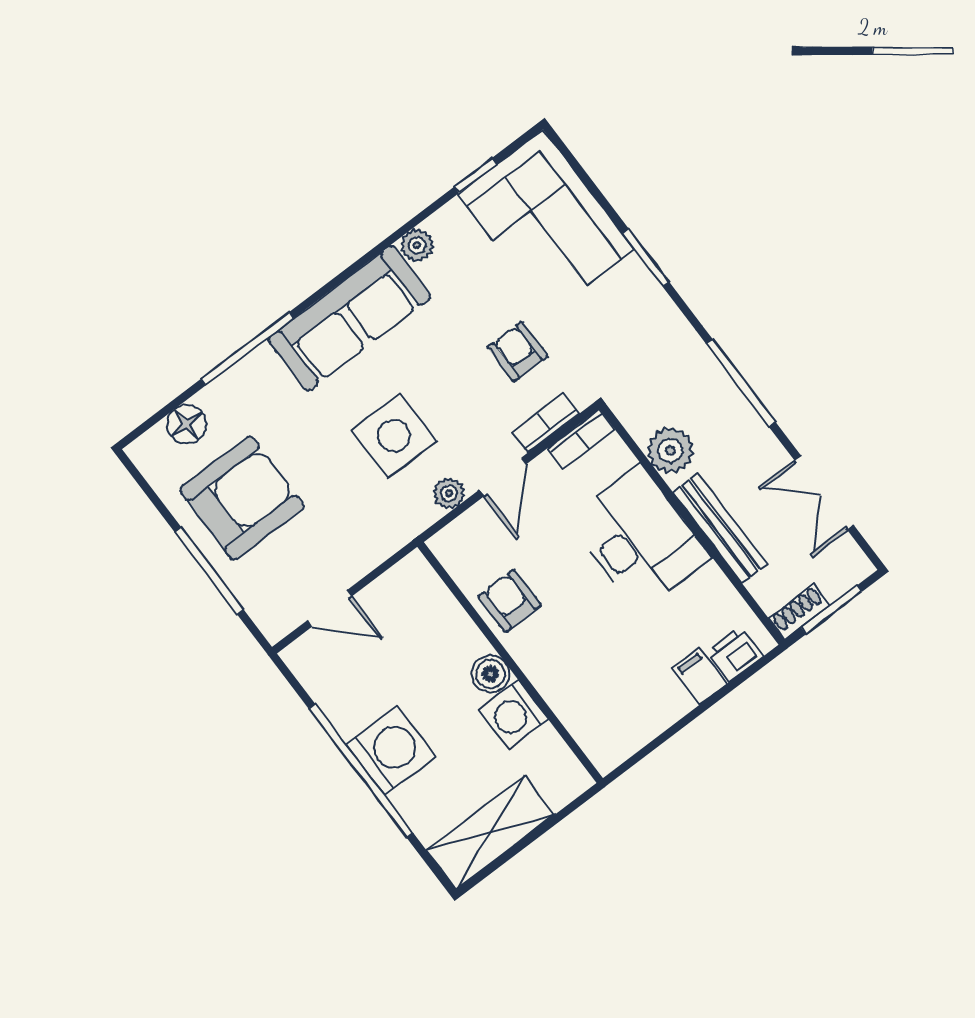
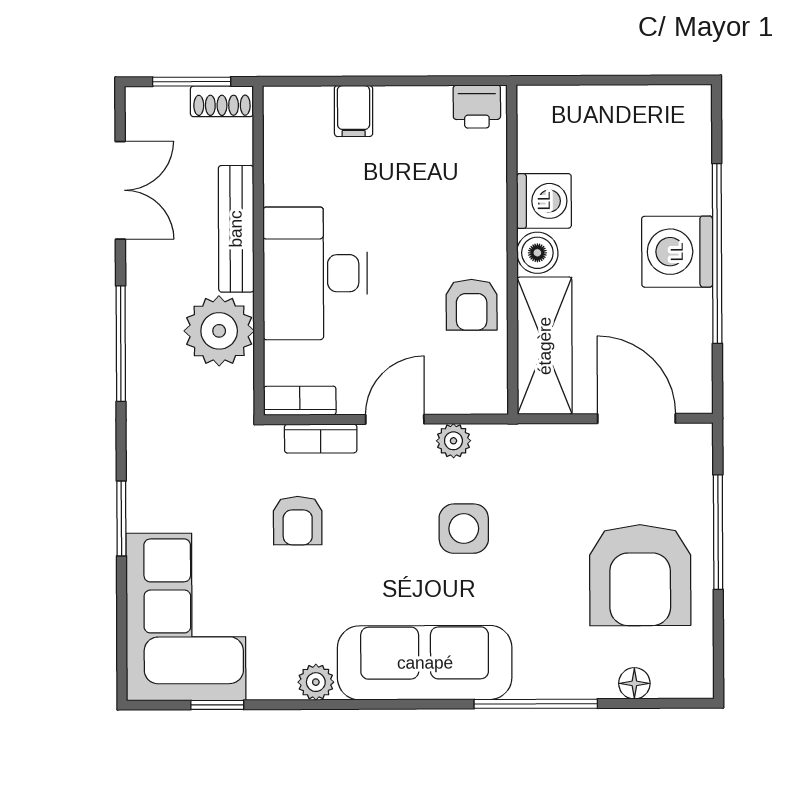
floor lamp: (186, 424) -> (634, 683), width x0.73, depth x0.73
side table: (394, 436) -> (464, 529), width x0.73, depth x0.73
plant: (670, 450) -> (219, 331), width x1.36, depth x1.36
armchair: (242, 498) -> (640, 575), turned -90
door: (329, 608) -> (637, 418), width x1.38
printer: (735, 654) -> (477, 107), moved
shelving: (490, 833) -> (545, 346), moved, turned 90

